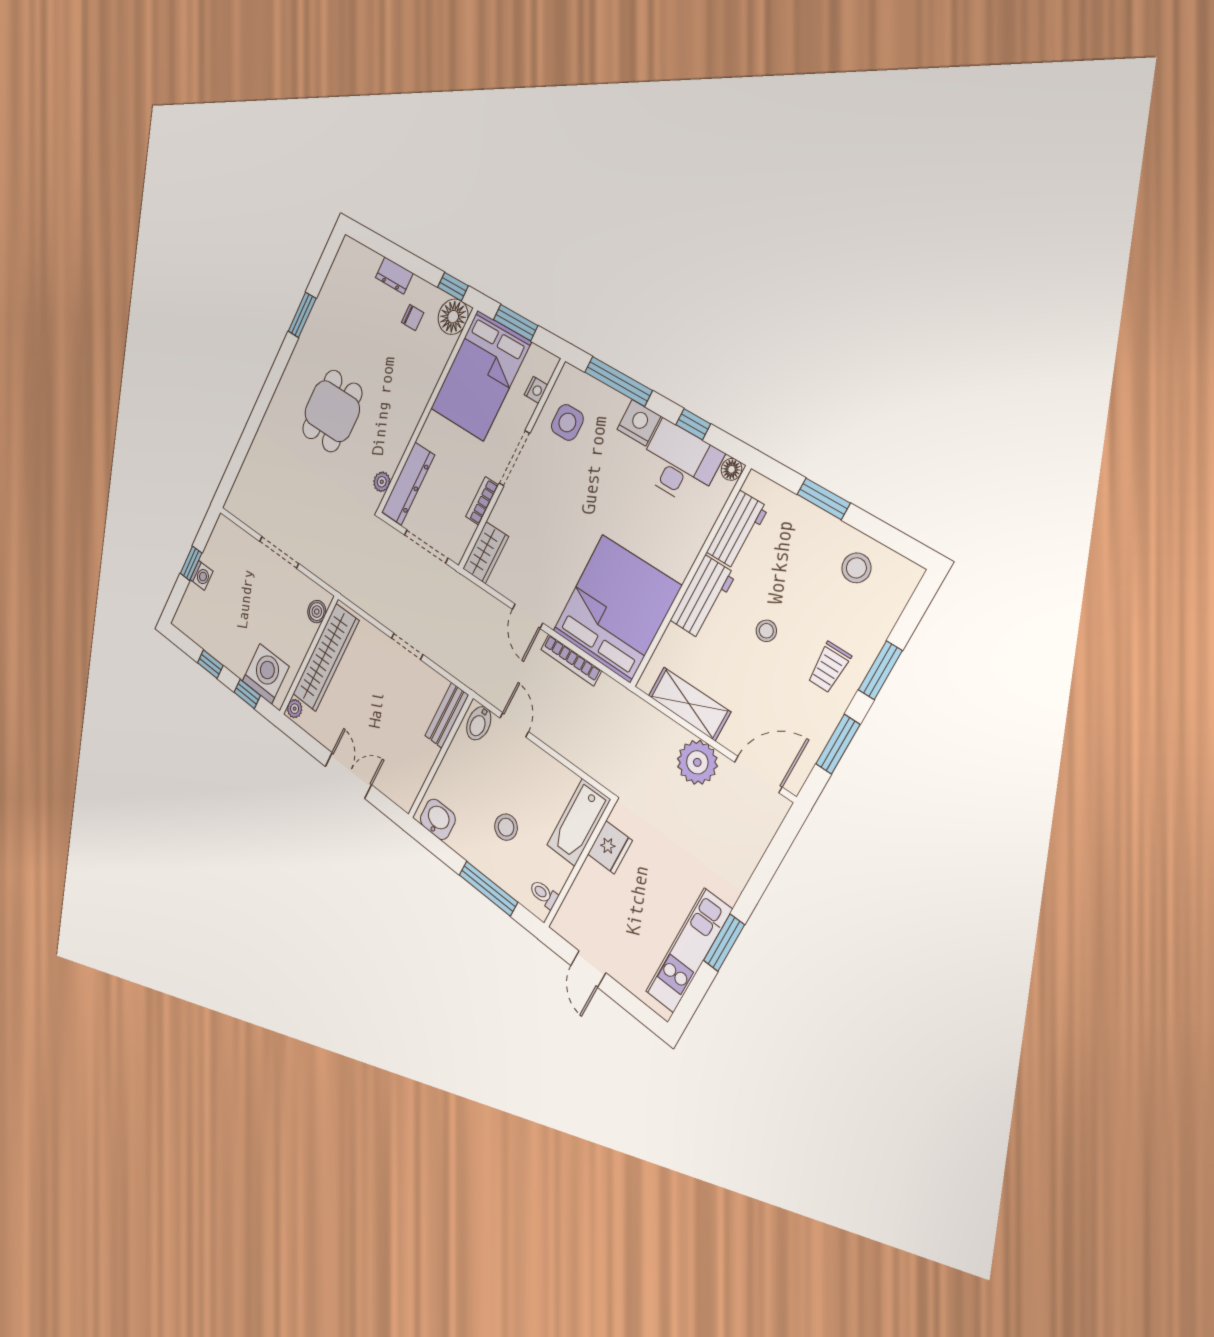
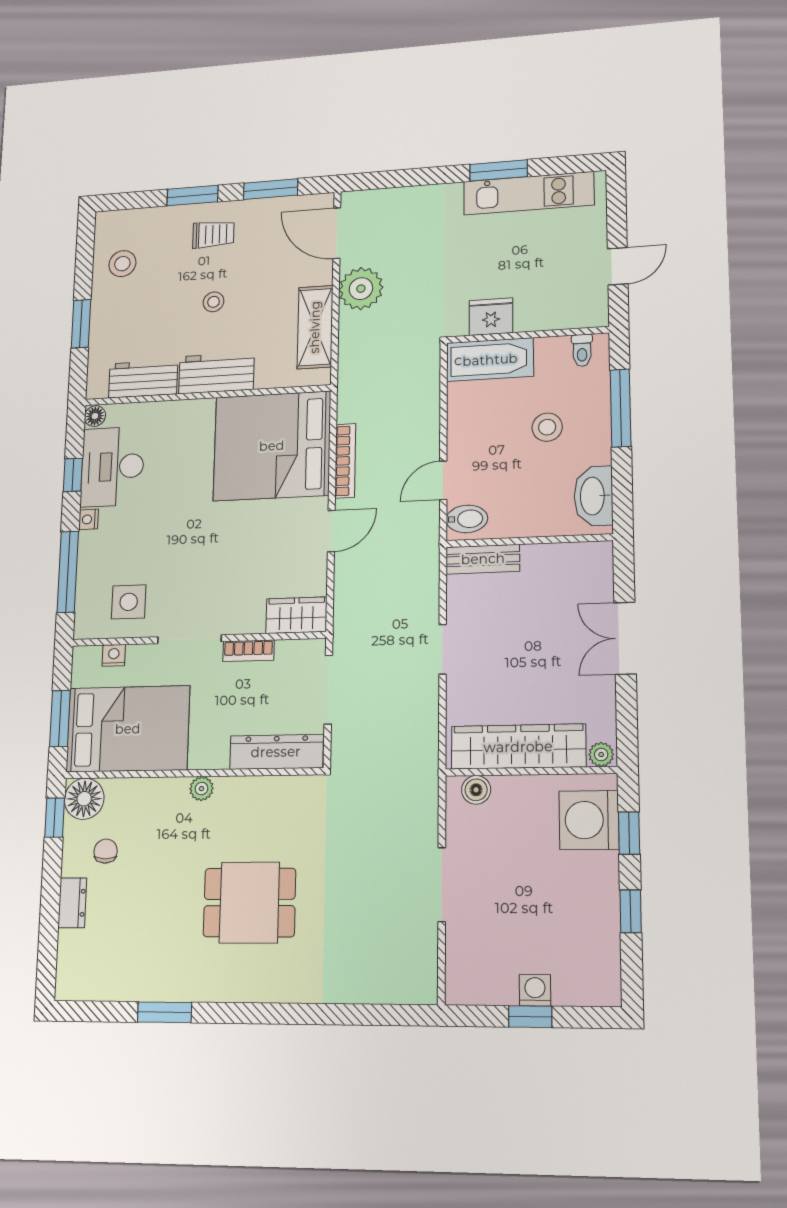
nightstand: (639, 423) -> (88, 519), width x0.53, depth x0.56
plant: (382, 482) -> (202, 789), moved
washbasin: (438, 819) -> (593, 496), width x1.38

